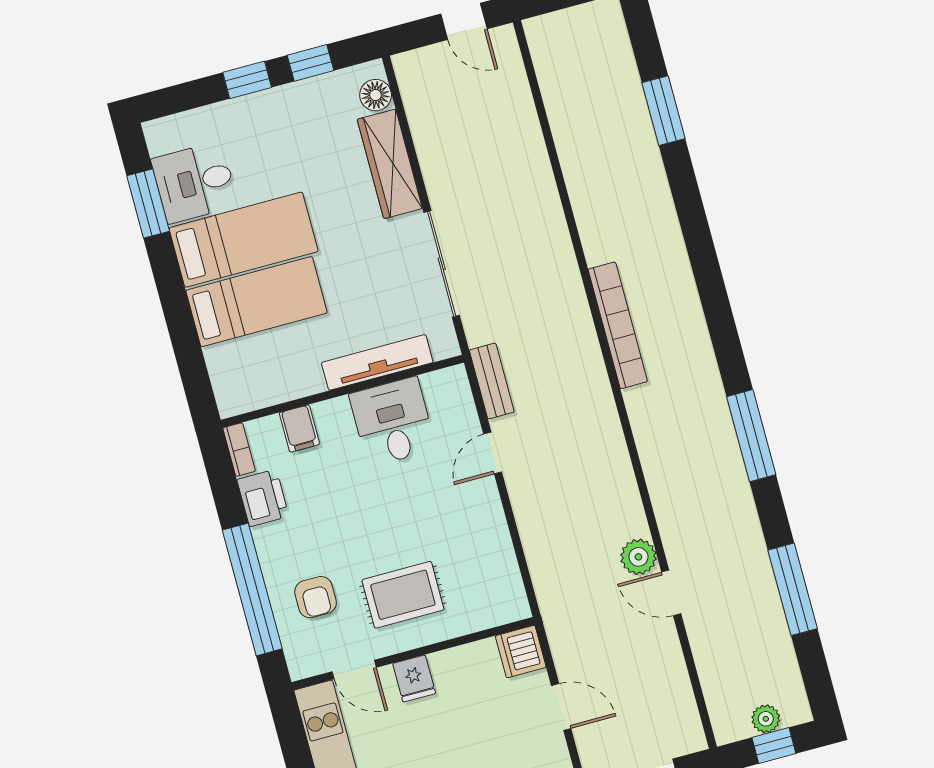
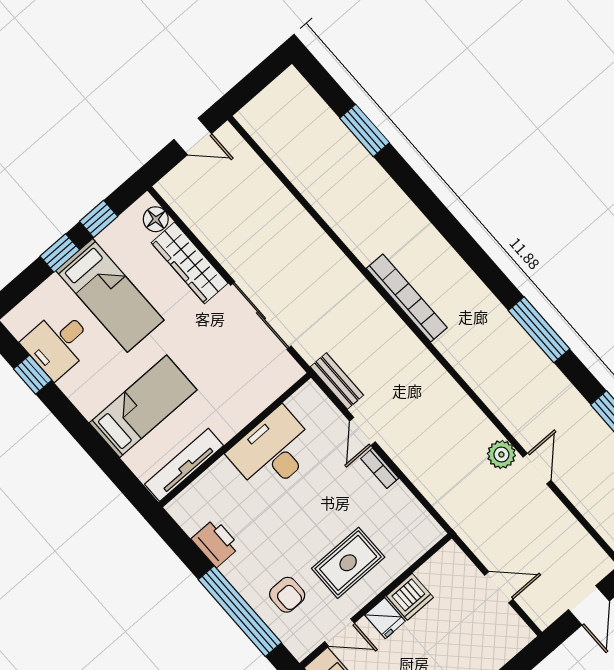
window: (148, 204) -> (33, 375), width x0.67
bed: (244, 240) -> (110, 295), moved, turned 90
tv unit: (377, 362) -> (184, 465), moved
desk: (393, 422) -> (273, 451), width x1.37
filing cabinet: (299, 429) -> (217, 481), removed
bookcase: (239, 450) -> (380, 468), moved, turned 180
door: (671, 593) -> (537, 469), swing flipped
dishwasher: (521, 652) -> (410, 597), moved, turned -90

